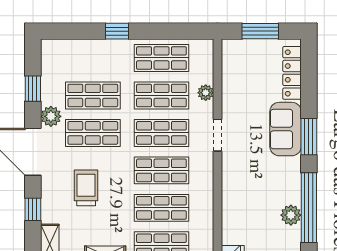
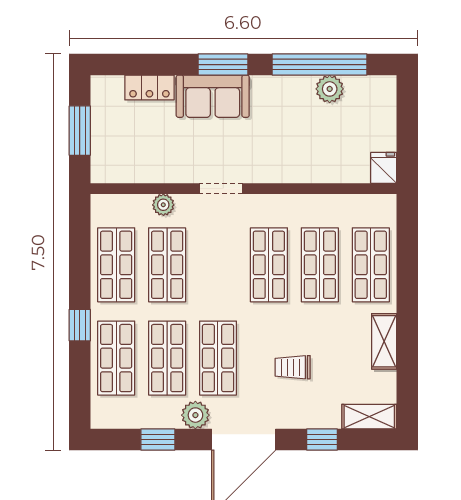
locker: (292, 73) -> (149, 88), width x0.66
shop shelf: (161, 133) -> (116, 358), moved
trolley: (86, 188) -> (293, 367), width x0.73, depth x0.72

